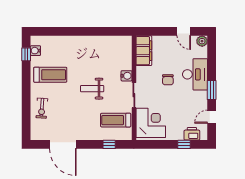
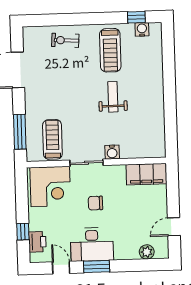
plant: (202, 41) -> (147, 252), moved
desk: (195, 74) -> (92, 244), moved
chair: (168, 80) -> (95, 203), moved
weight bench: (92, 89) -> (113, 97), moved
window: (109, 144) -> (20, 132), width x2.17

